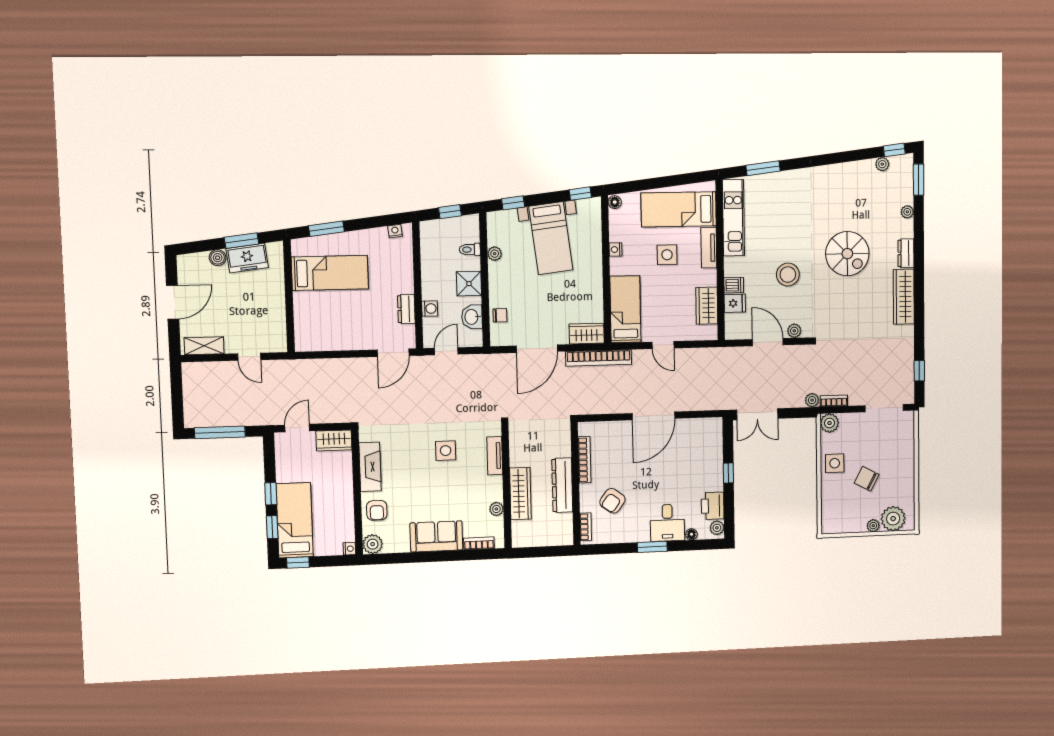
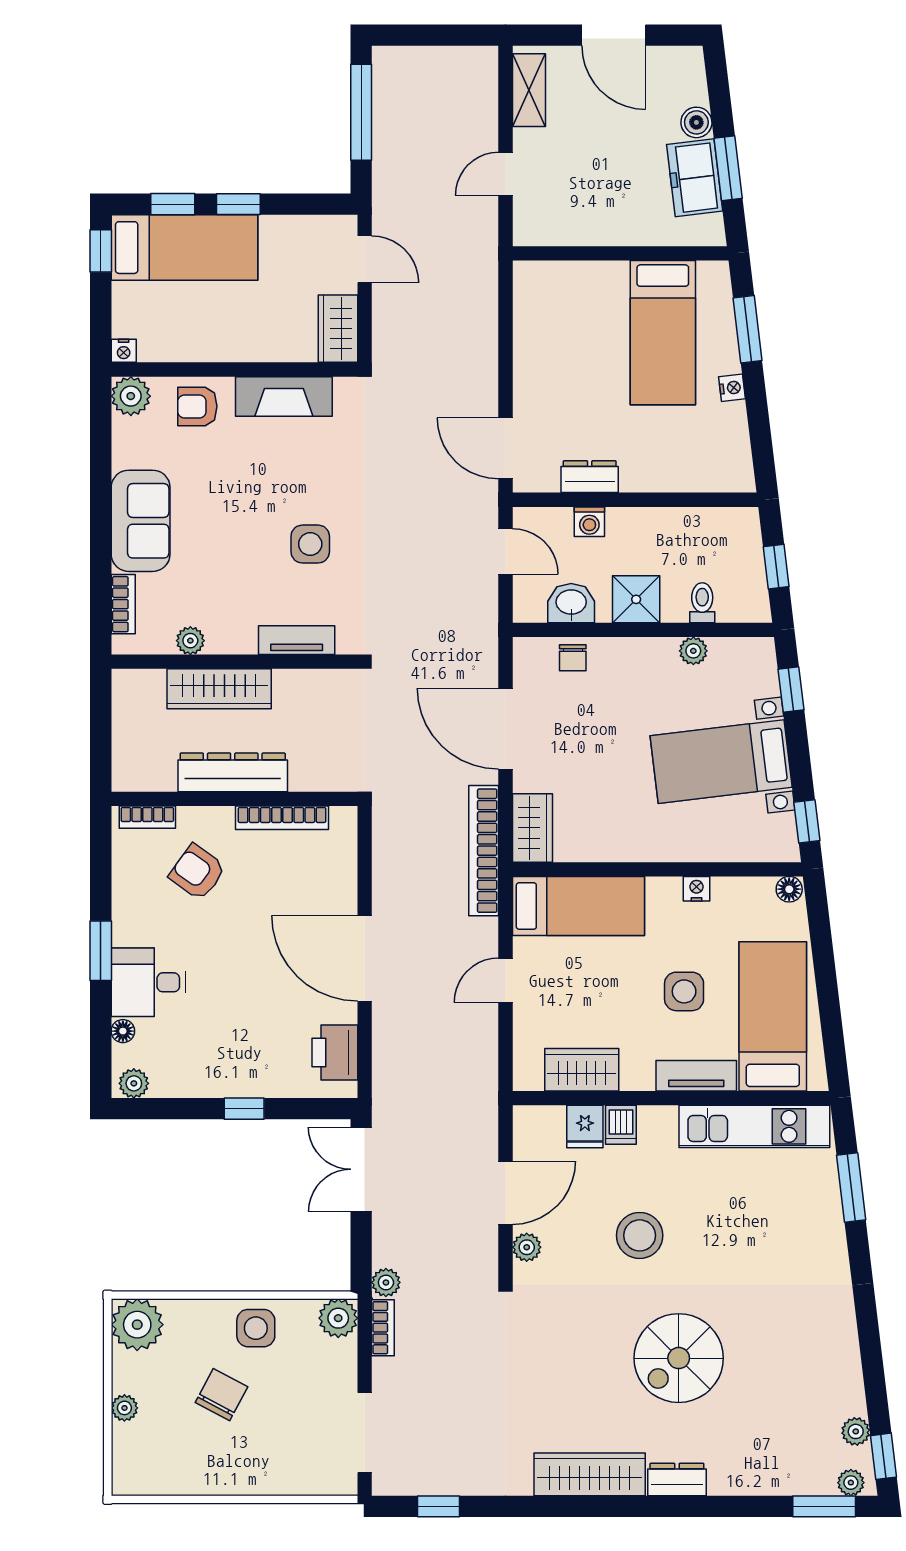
plant: (907, 212) -> (851, 1483), moved
nightstand: (395, 231) -> (732, 388), moved
printer: (713, 506) -> (335, 1053), moved, turned -90
plant: (893, 519) -> (137, 1325), moved

